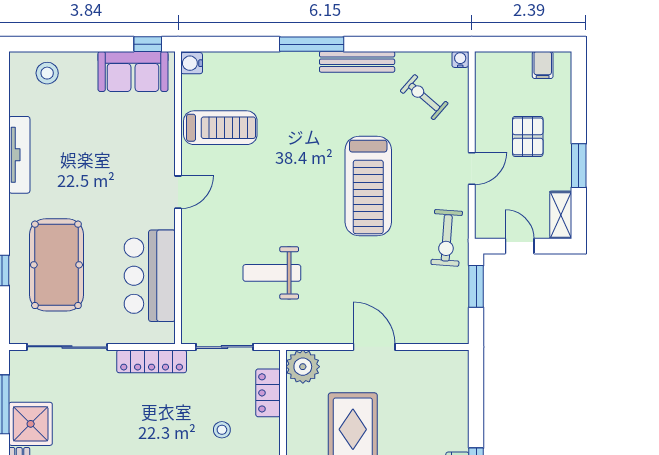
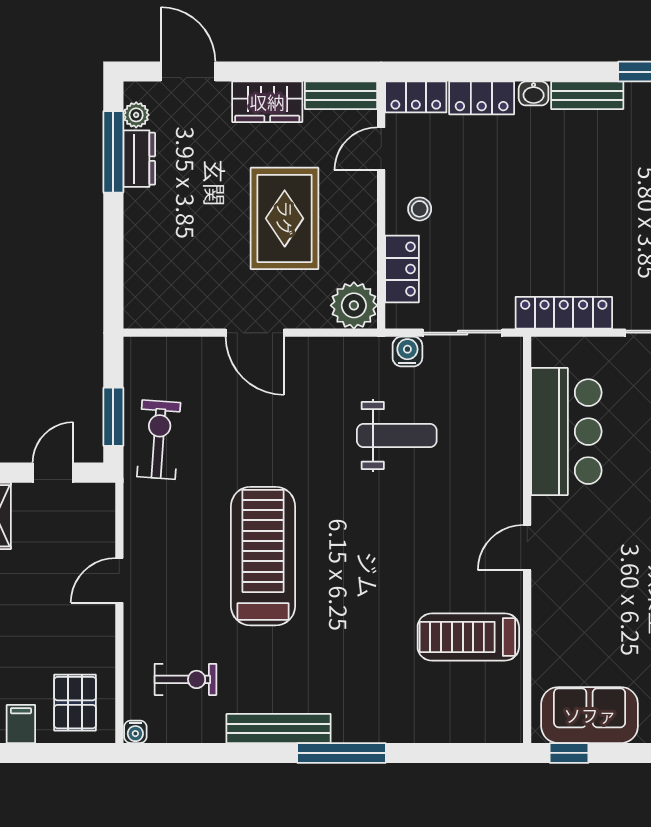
water cooler: (192, 63) -> (407, 352), moved, turned -90
exercise bike: (424, 97) -> (185, 679), turned -41
pallet: (528, 136) -> (75, 703), moved
exercise bike: (447, 238) -> (159, 440), moved
door: (520, 246) -> (53, 473), swing flipped
stool: (222, 430) -> (420, 209), moved

